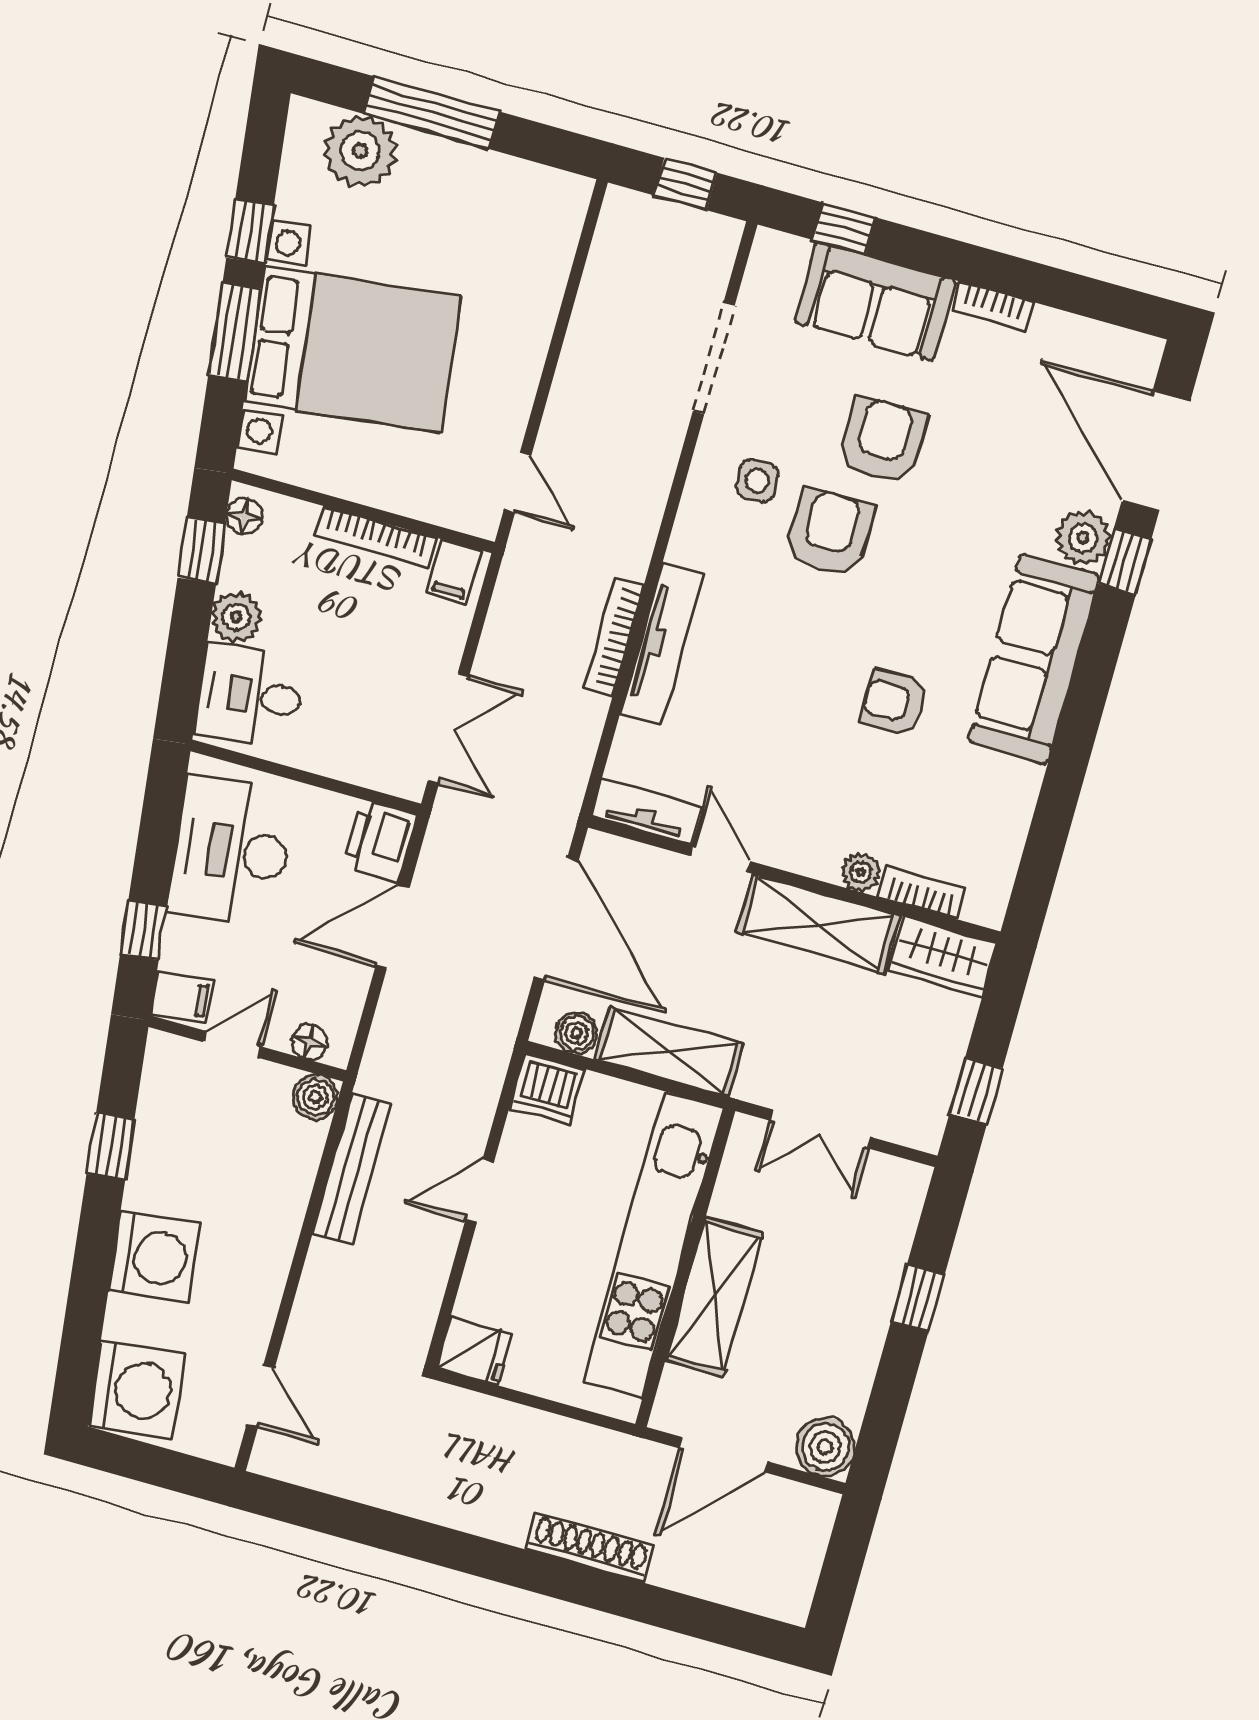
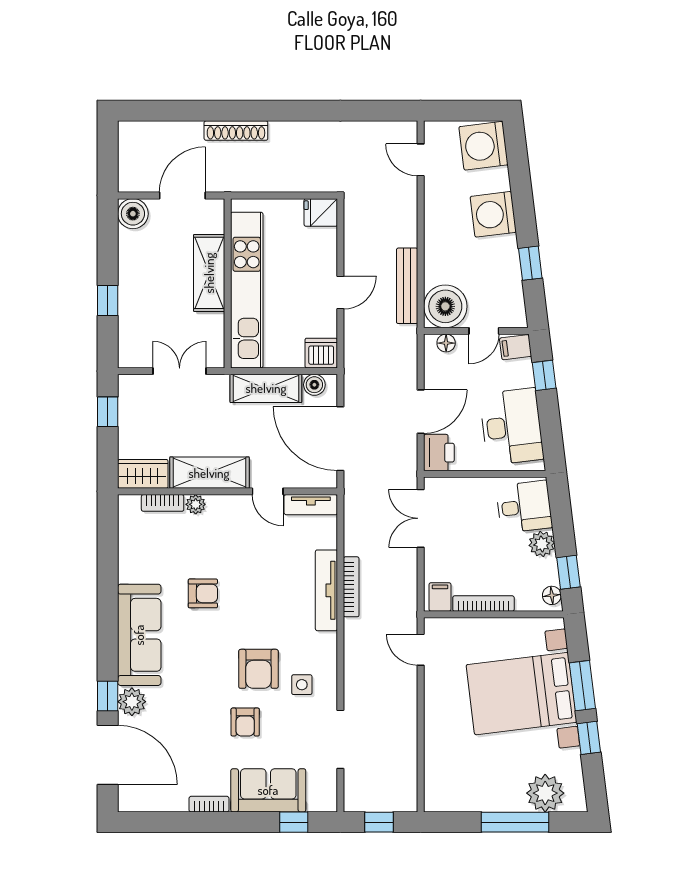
armchair: (882, 441) -> (245, 722), width x0.72, depth x0.72
boiler: (315, 1097) -> (445, 306), width x1.86, depth x1.86

